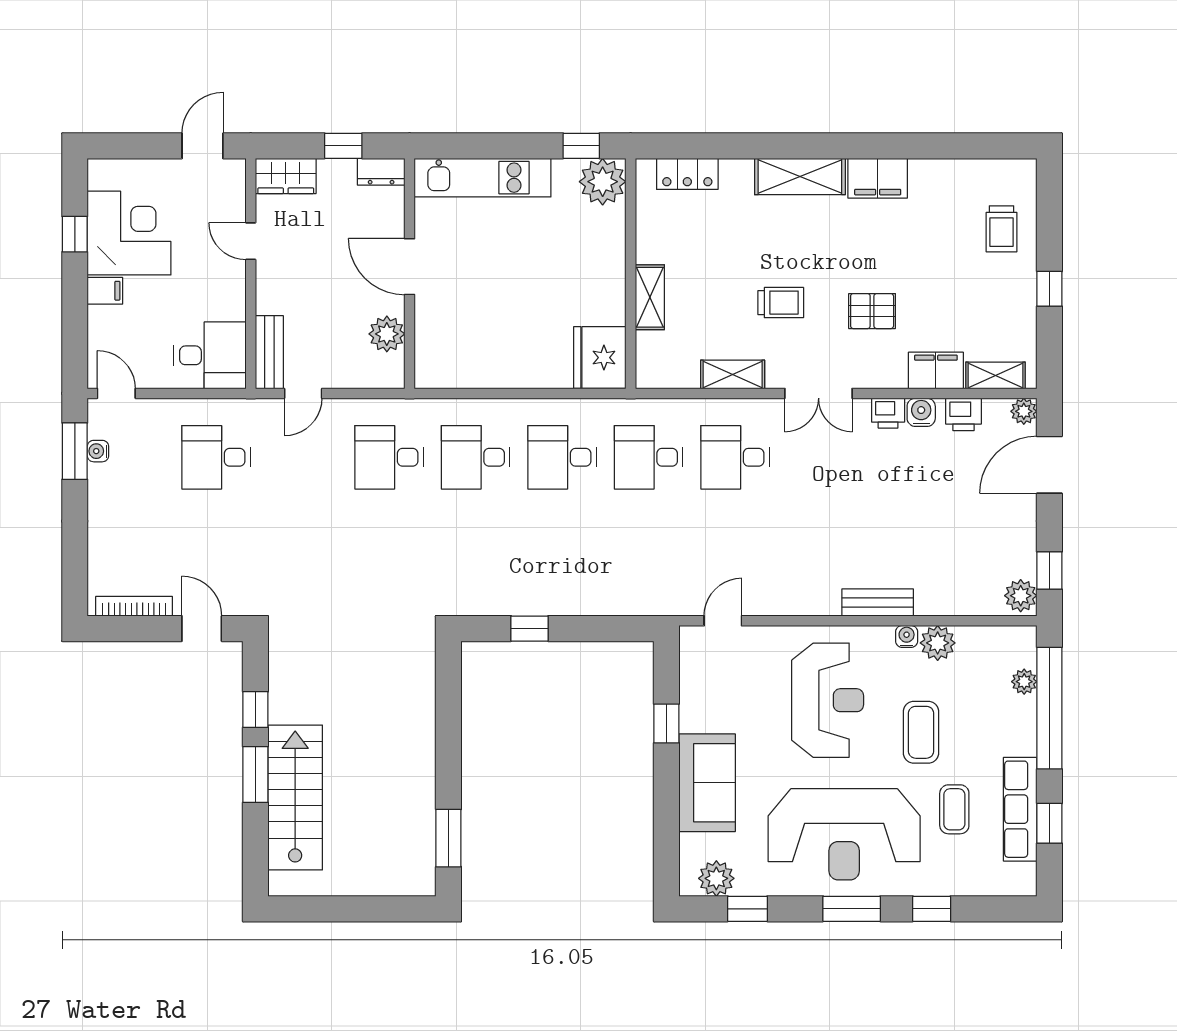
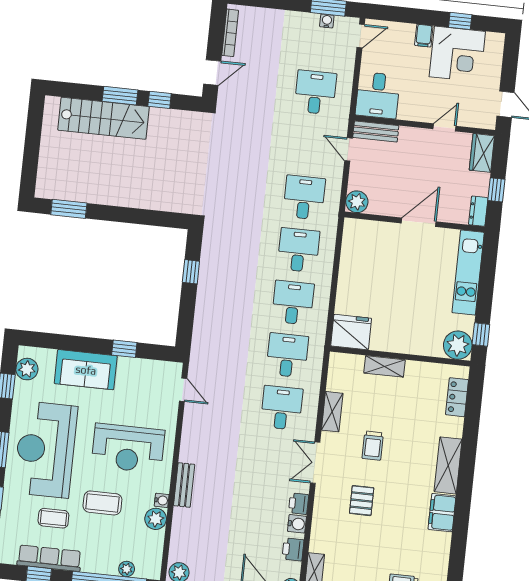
plant: (387, 334) -> (357, 202), moved
filing cabinet: (936, 370) -> (321, 535), removed

